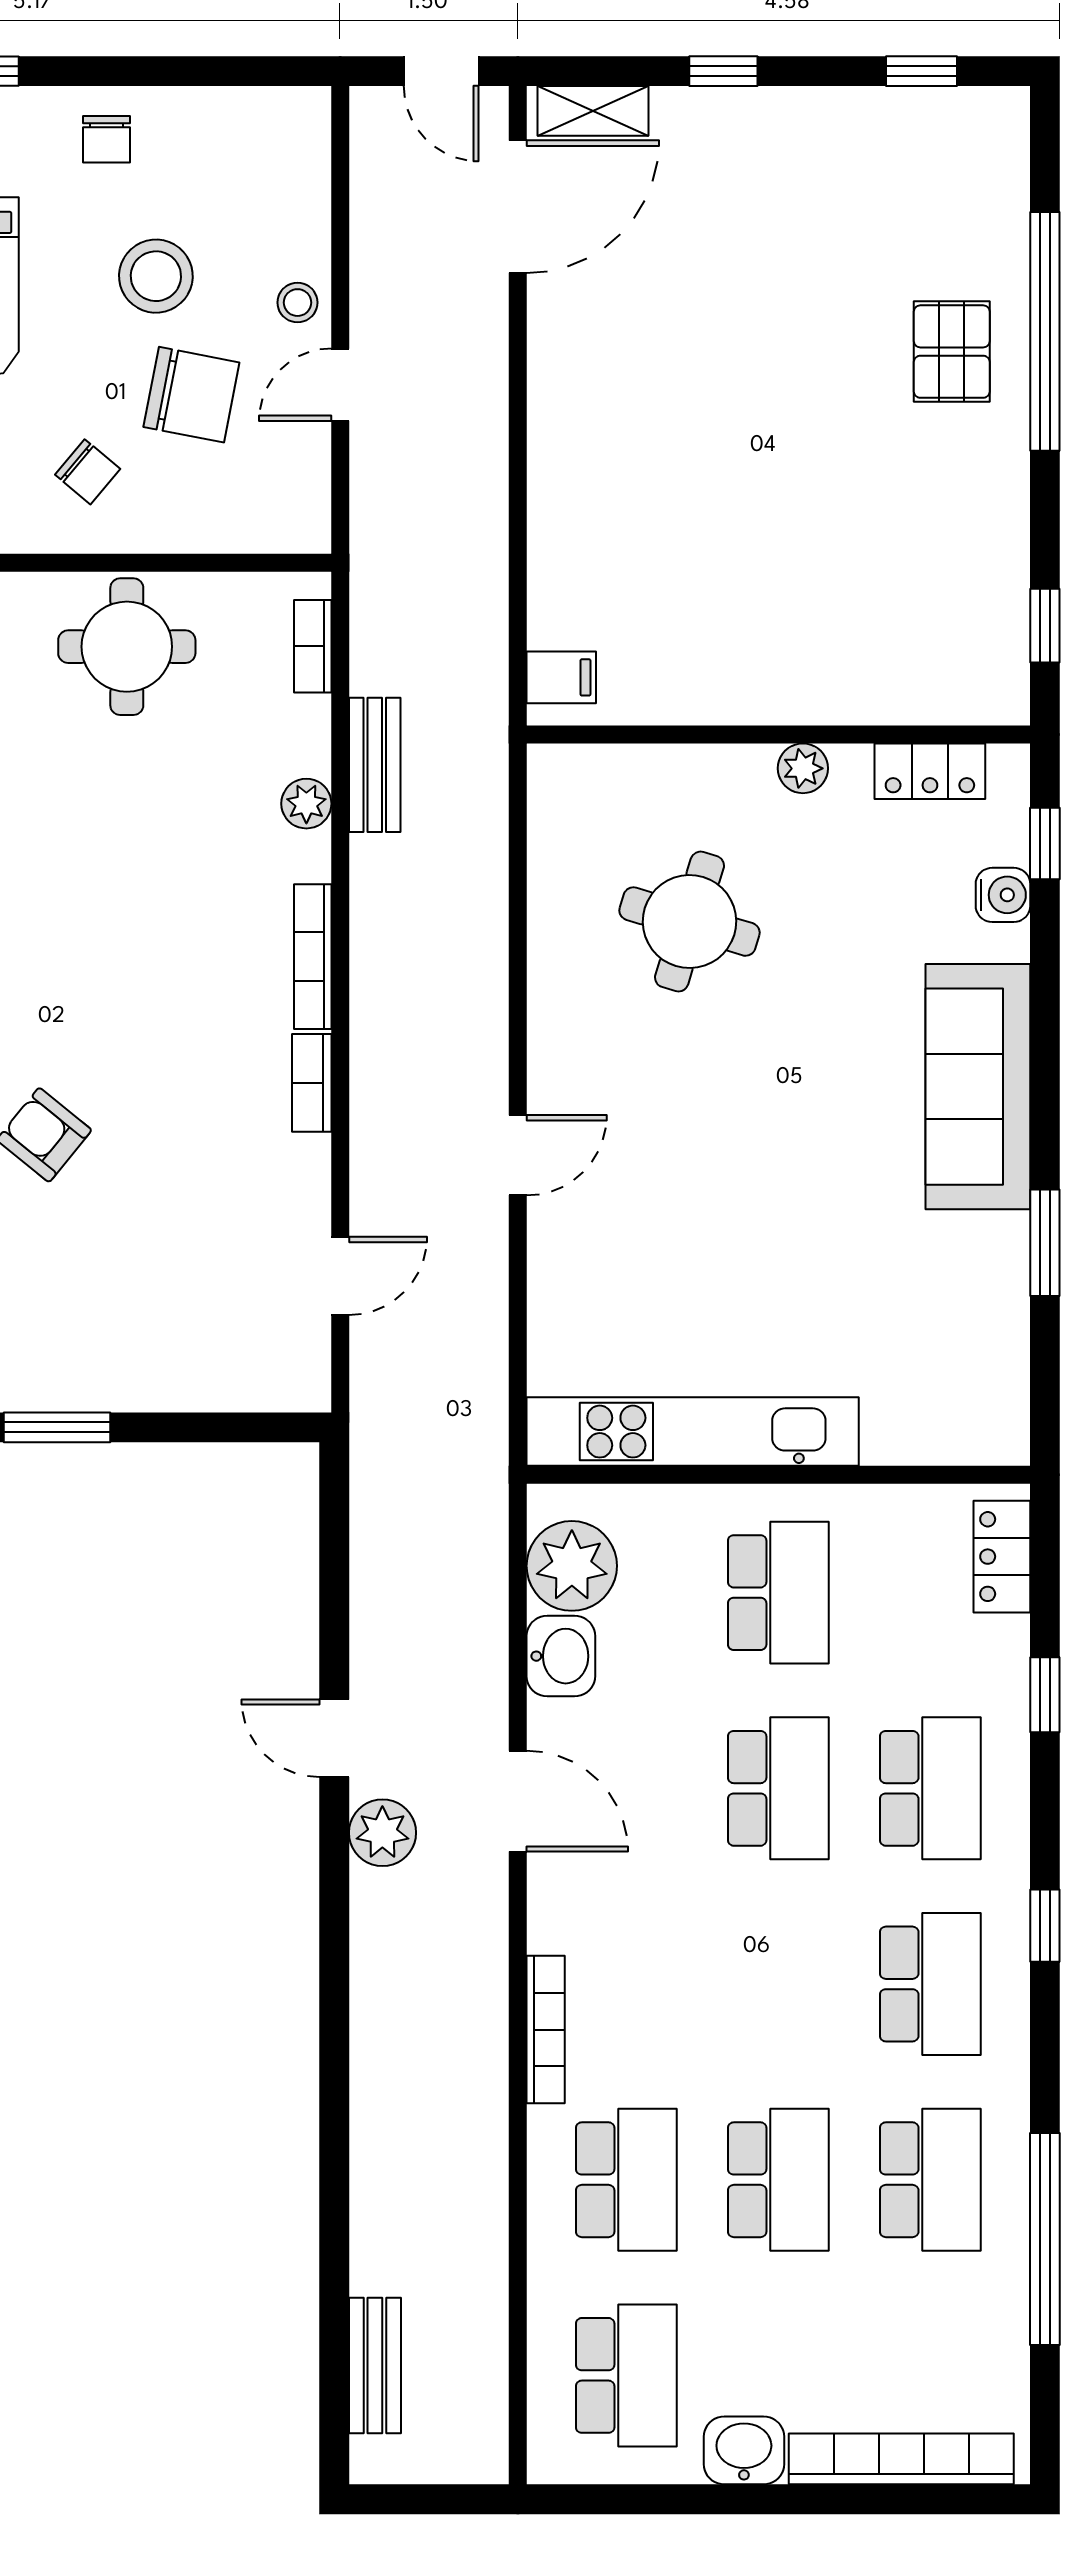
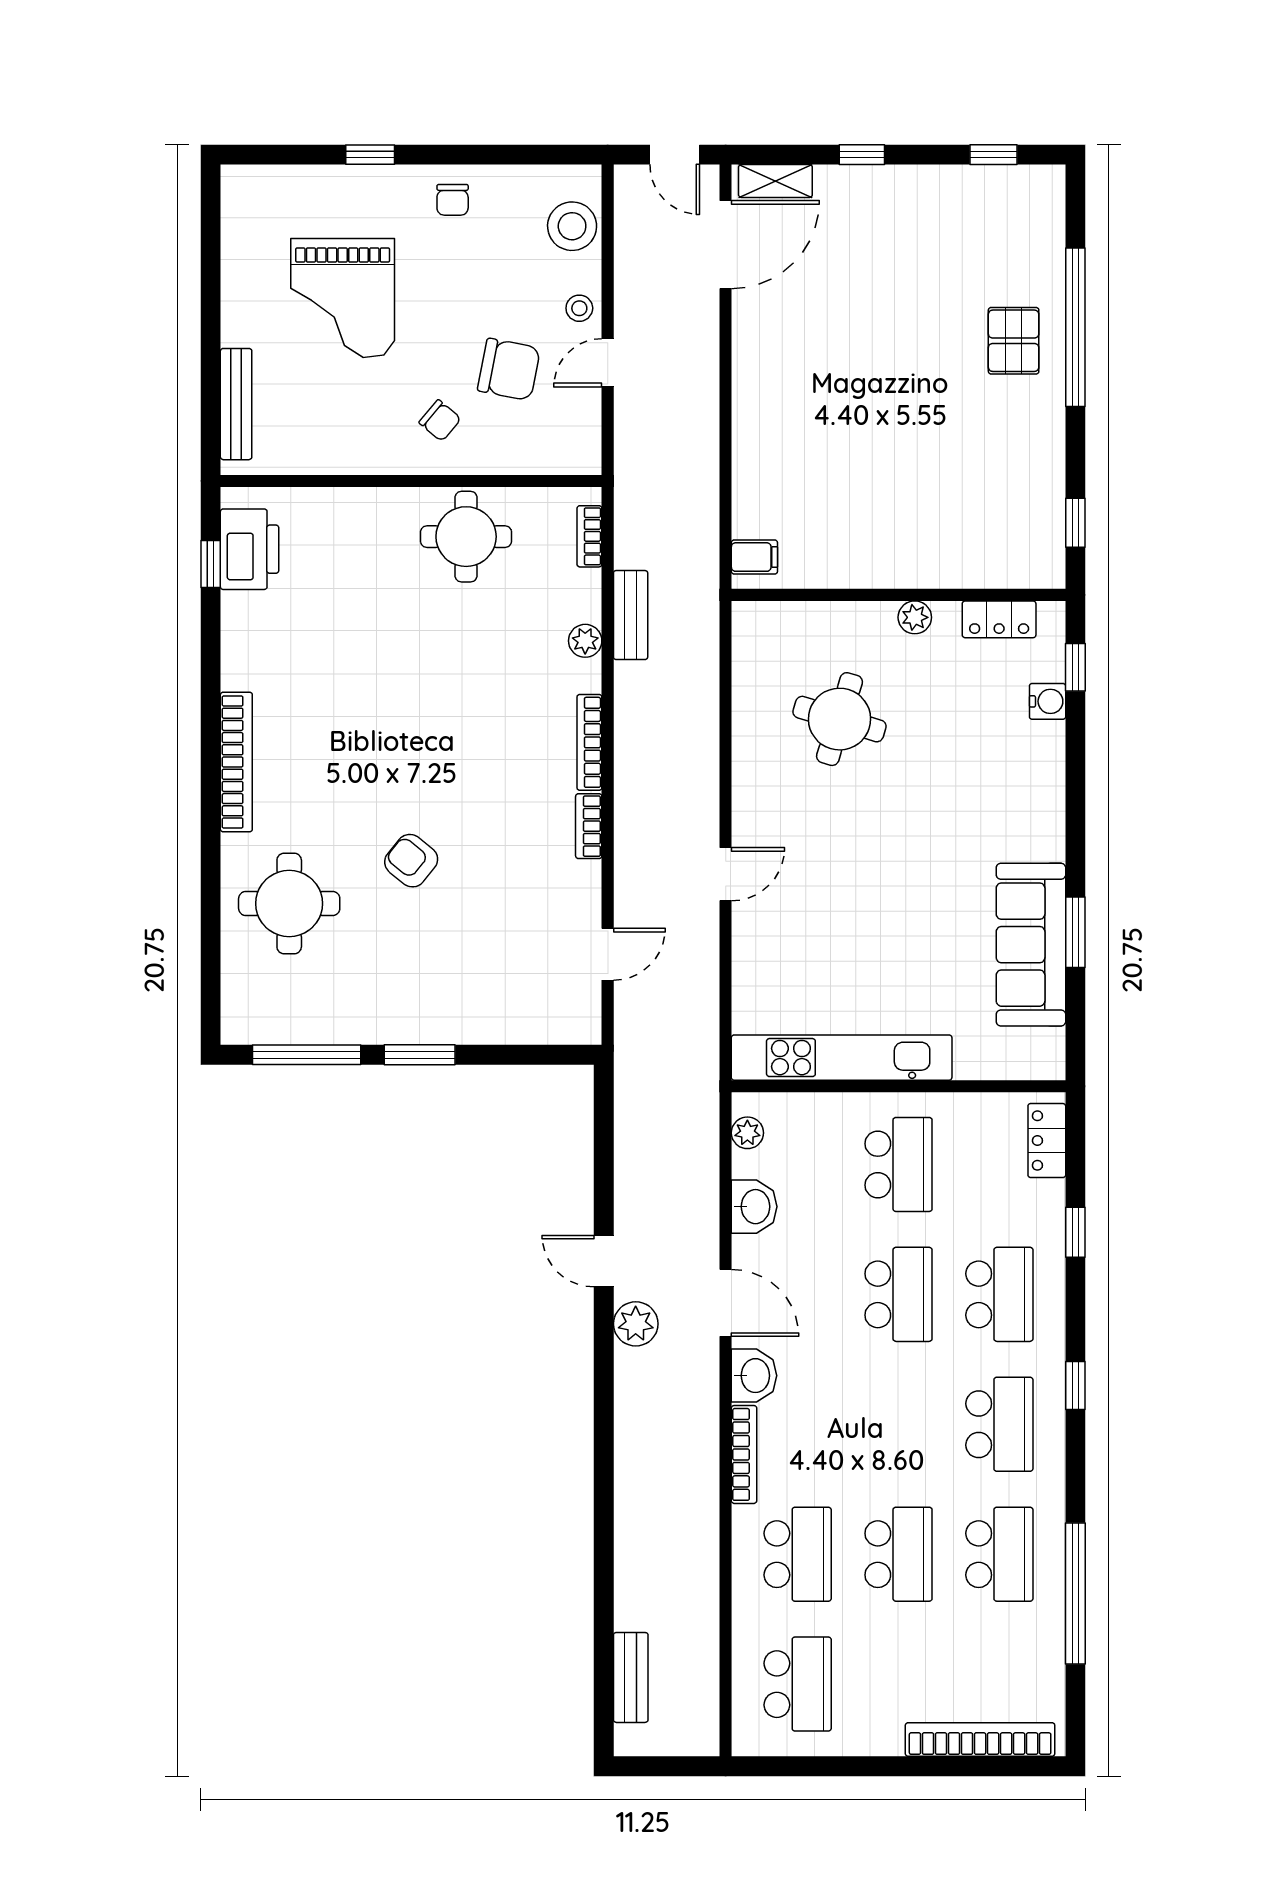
stool: (156, 276) -> (572, 226), moved
sofa: (978, 1087) -> (1031, 945), moved
plant: (572, 1566) -> (747, 1133), width x0.53, depth x0.53
washbasin: (744, 2450) -> (754, 1376), moved, turned 90

